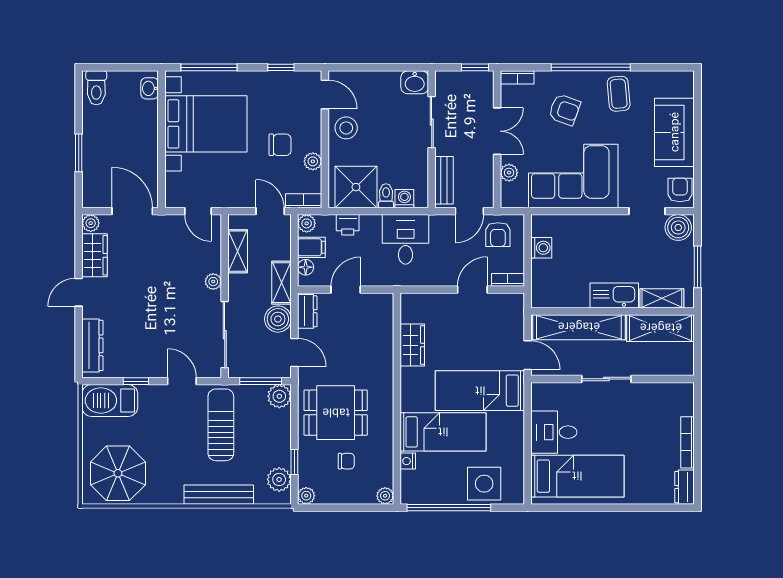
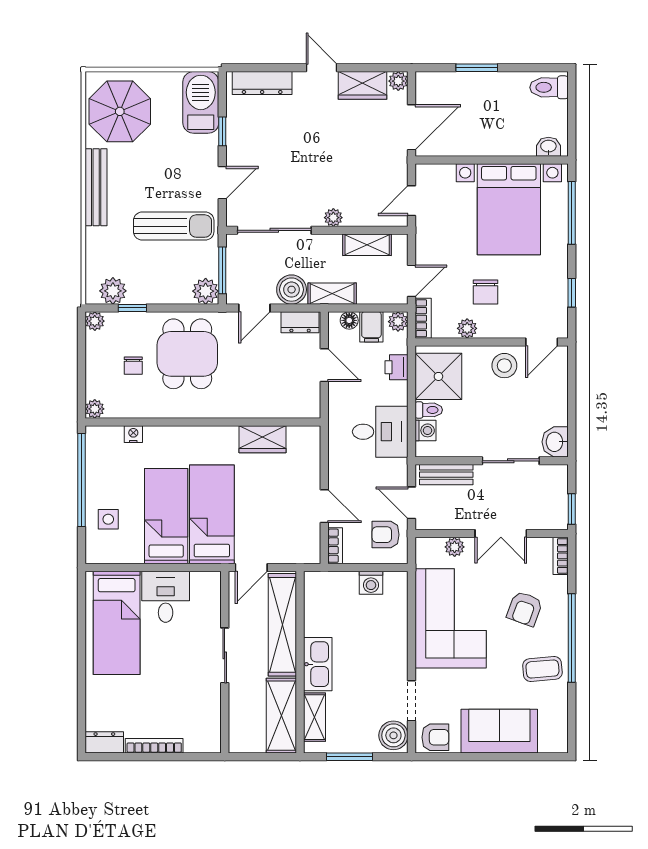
bed: (443, 432) -> (166, 516), moved, turned 180
side table: (484, 484) -> (108, 519), width x0.54, depth x0.54
bench: (219, 495) -> (96, 187), moved

